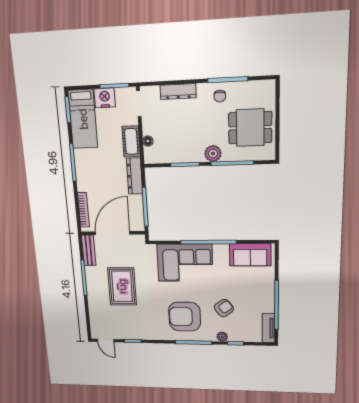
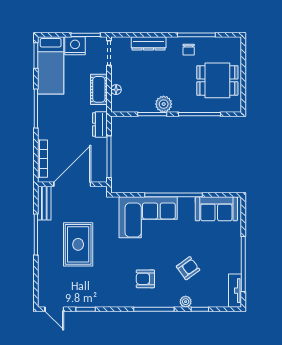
plant: (213, 153) -> (164, 104), moved
dresser: (135, 176) -> (100, 124), width x0.70
armchair: (185, 317) -> (145, 279), width x0.53, depth x0.53

